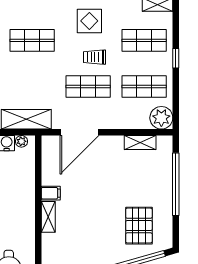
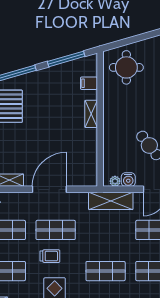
door: (80, 132) -> (49, 189), moved
filing cabinet: (51, 193) -> (89, 83), moved

